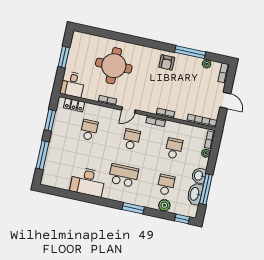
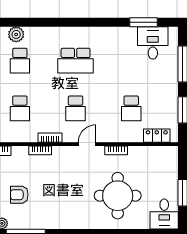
armchair: (167, 62) -> (19, 195), moved, turned -90
desk: (73, 84) -> (164, 214), moved, turned 180
desk: (88, 182) -> (153, 43), moved, width x0.73
window: (133, 208) -> (144, 22), moved

